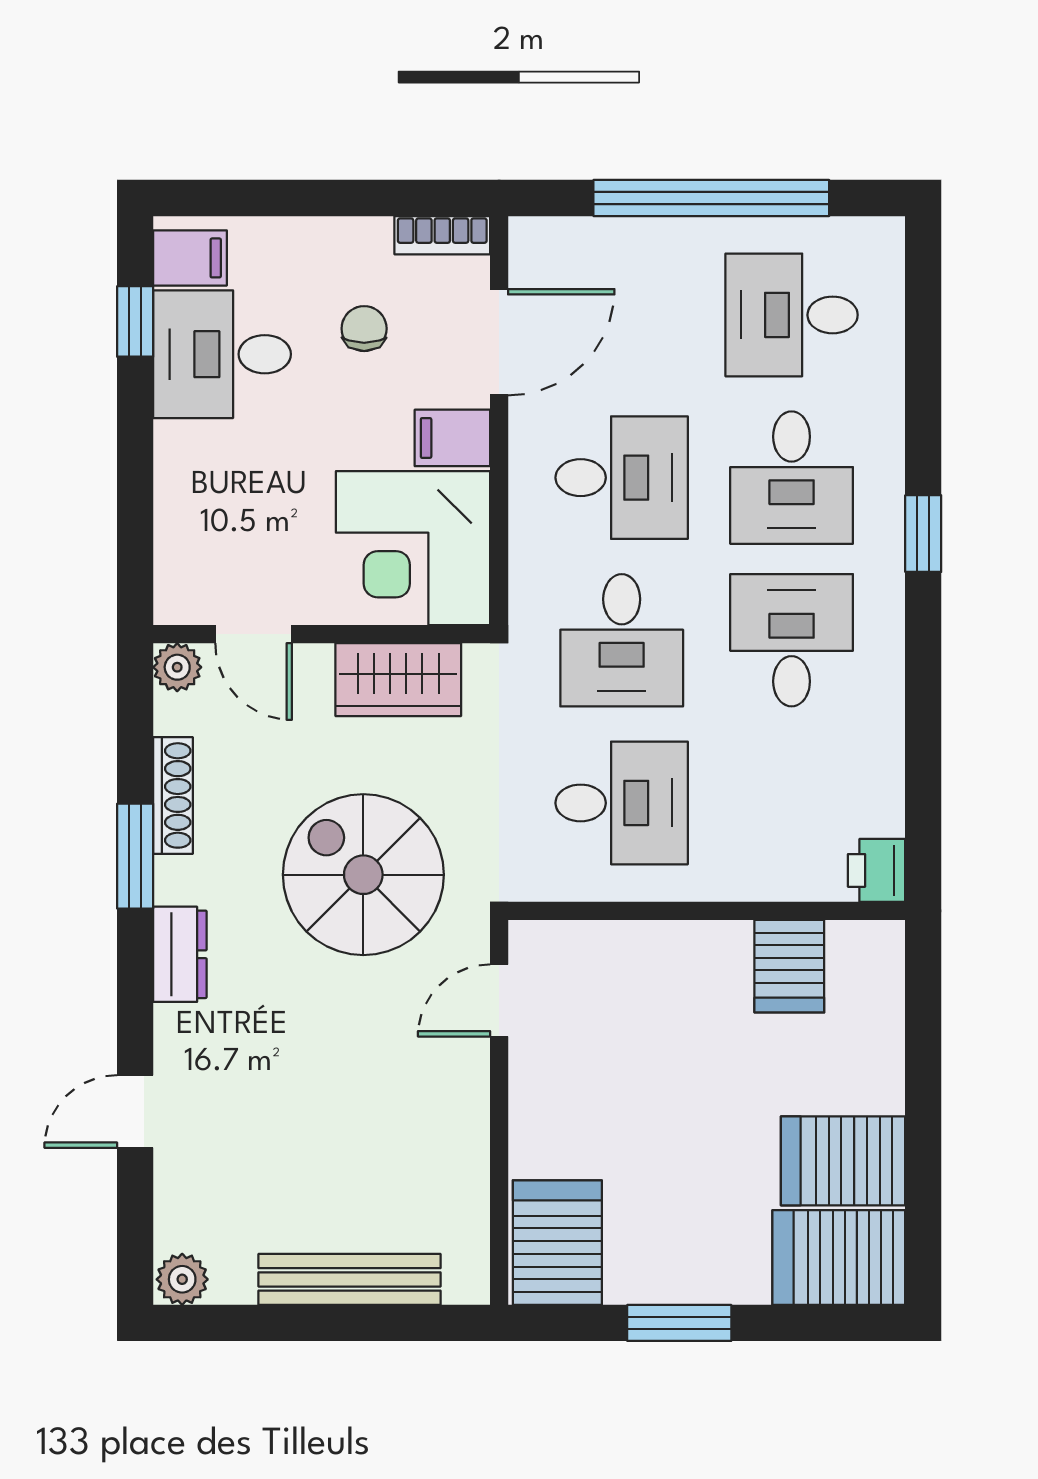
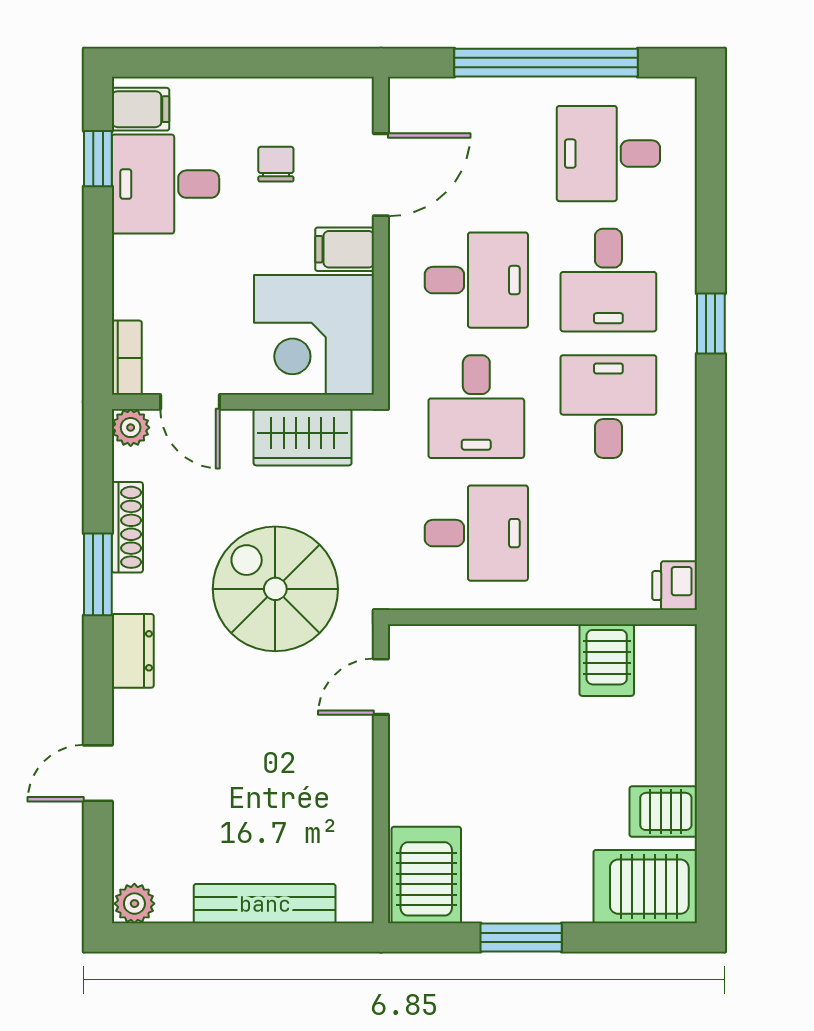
bookcase: (442, 235) -> (127, 358), moved, turned -90
server rack: (843, 1161) -> (663, 811), width x0.73, depth x0.70

